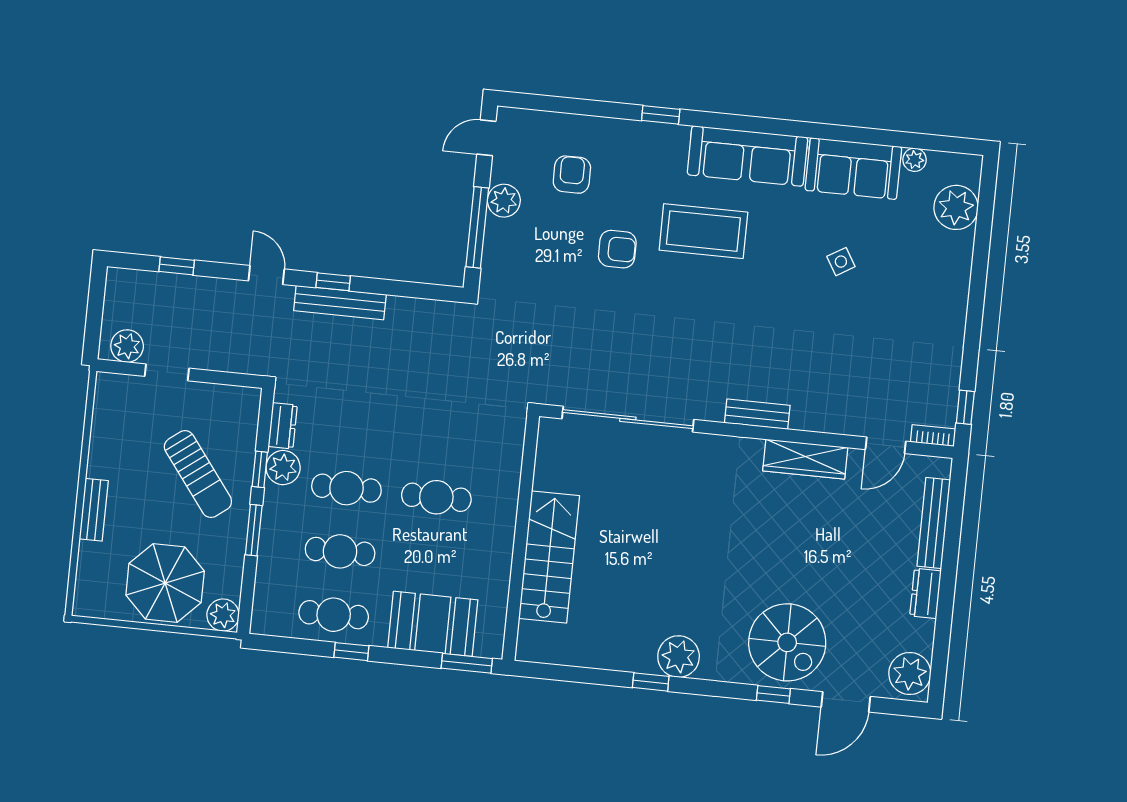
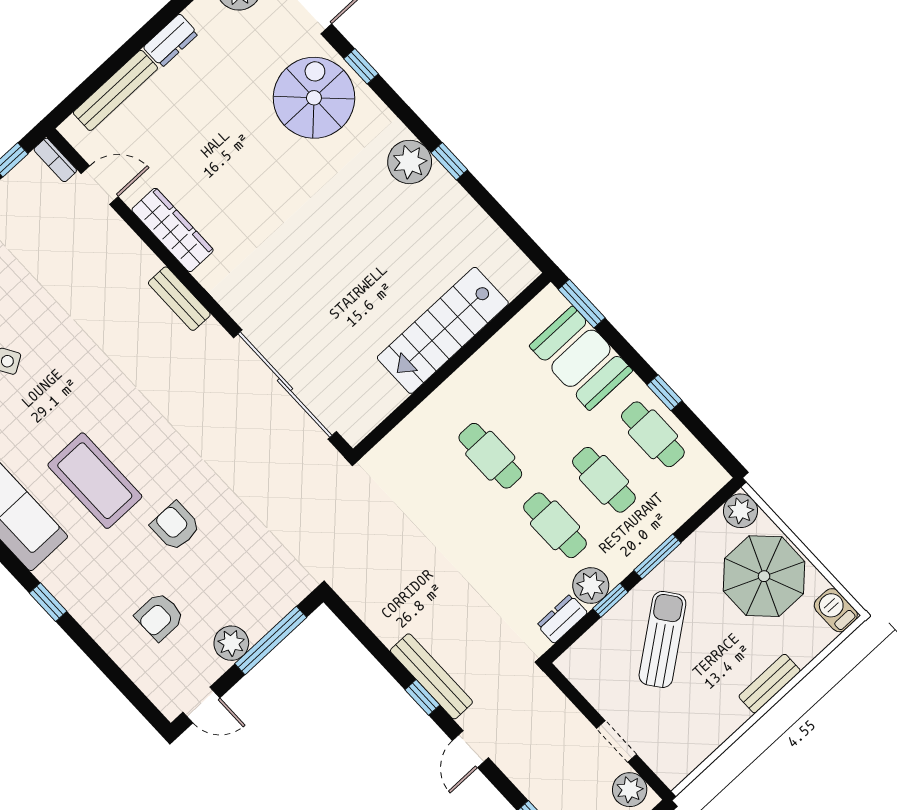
barbecue: (92, 604) -> (836, 610), added

